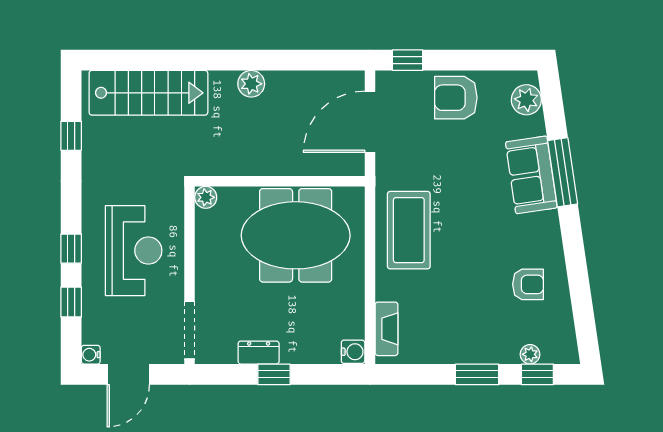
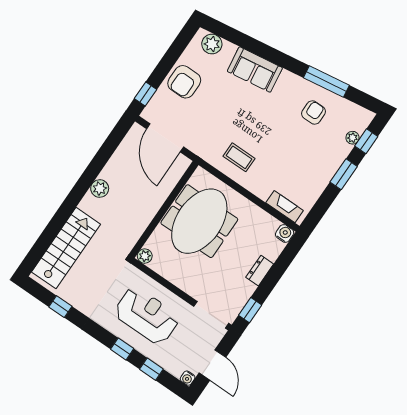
window: (563, 172) -> (326, 81), moved
coffee table: (409, 230) -> (239, 157), width x0.54, depth x0.58
dresser: (259, 353) -> (260, 271), moved
window: (274, 374) -> (250, 310), moved

